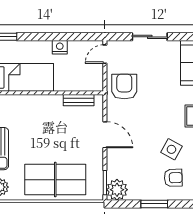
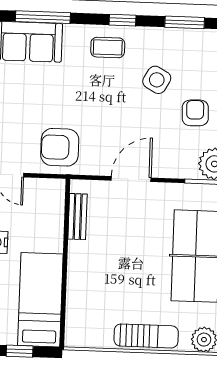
armchair: (173, 178) -> (195, 113), moved

